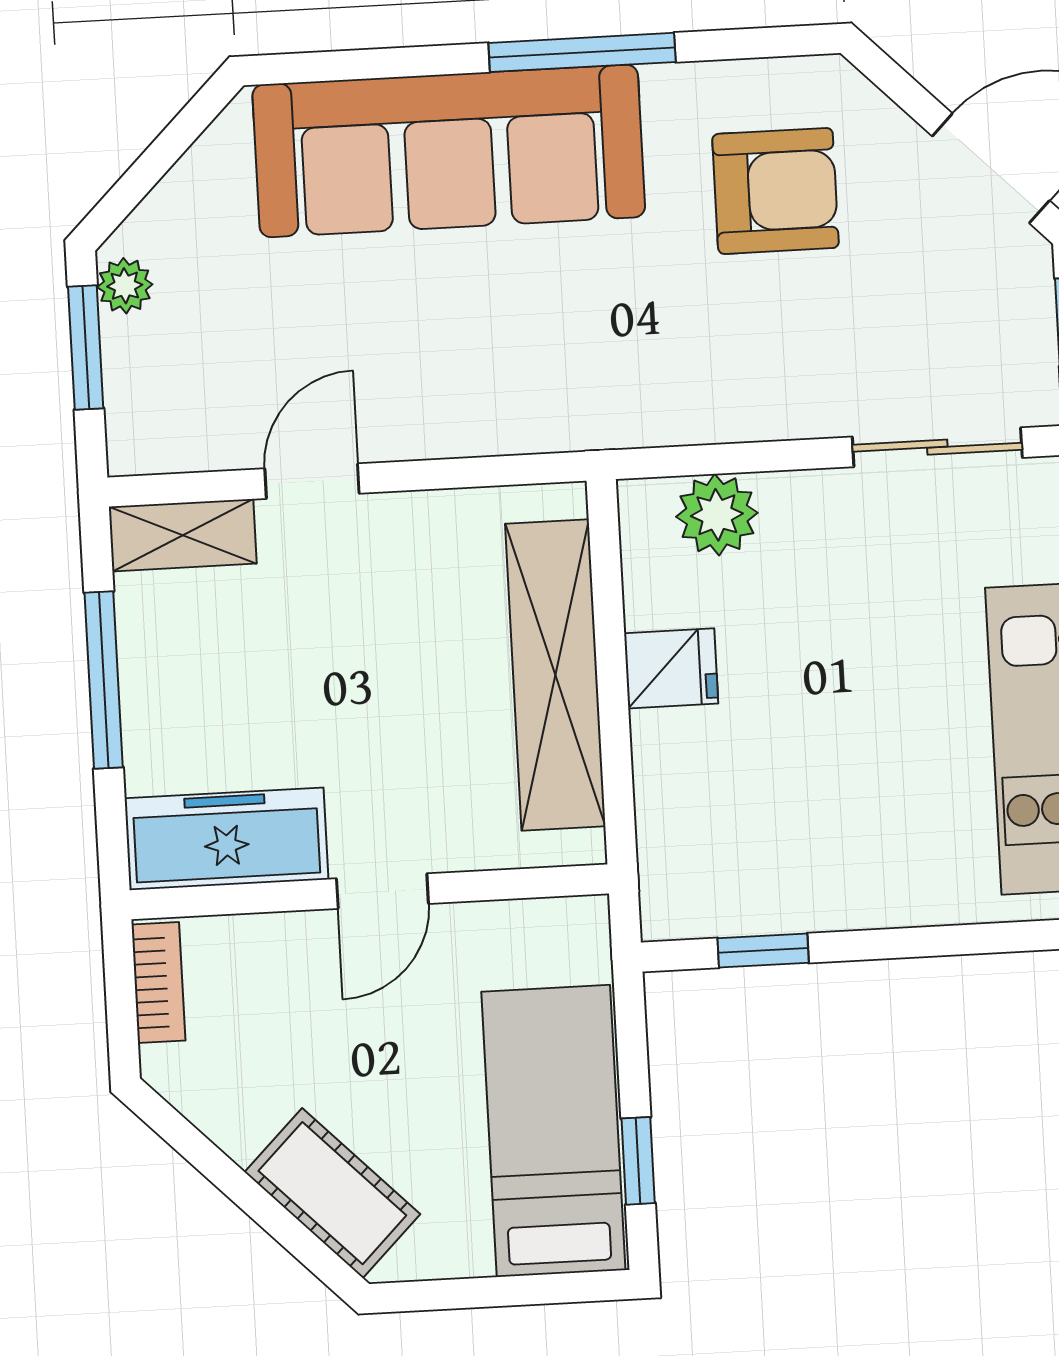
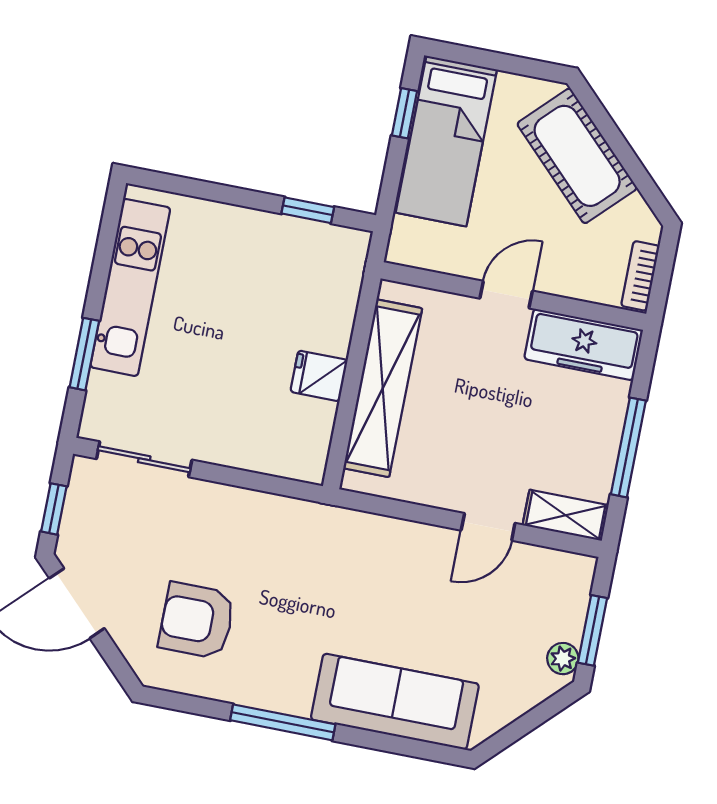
sofa: (449, 151) -> (395, 702), width x0.74, depth x0.79
plant: (717, 515) -> (273, 453), removed
cot: (332, 1193) -> (577, 156), width x1.37, depth x1.34

